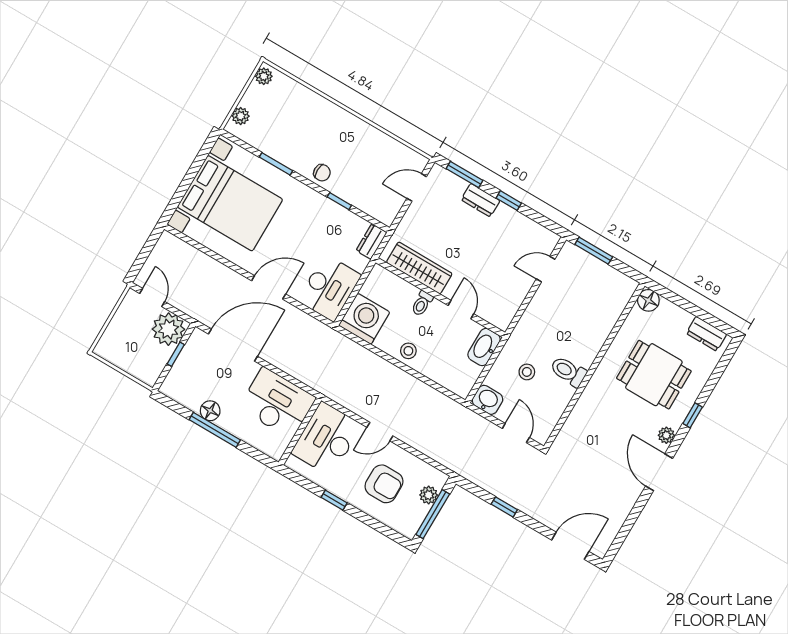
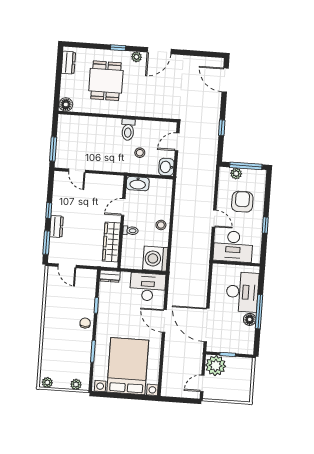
desk: (277, 403) -> (242, 292), moved, turned 180

